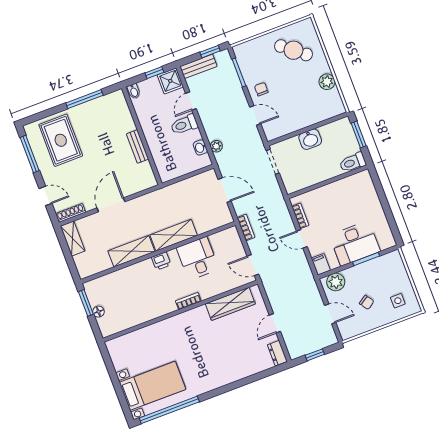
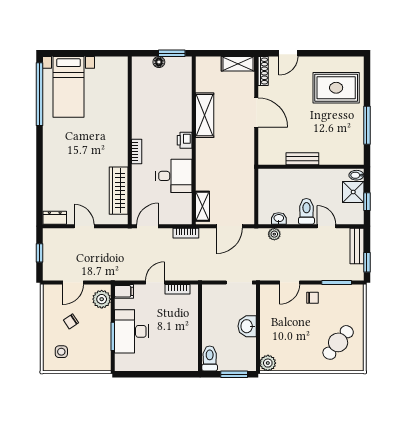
shower: (170, 81) -> (353, 192), moved
plant: (327, 82) -> (268, 363), moved
window: (30, 154) -> (334, 53), removed
shelving: (174, 235) -> (203, 206), moved, width x0.67, depth x0.75

